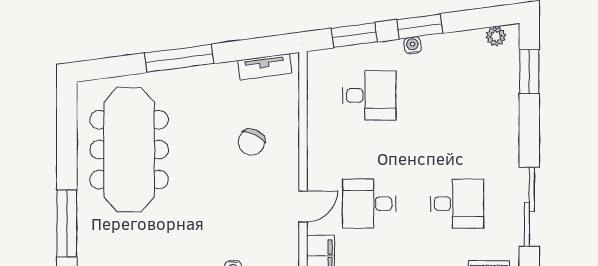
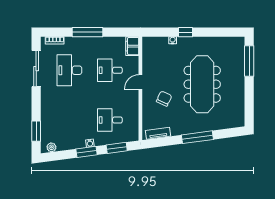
meeting table: (129, 150) -> (202, 84), moved
desk: (369, 204) -> (110, 70), turned 180
desk: (457, 204) -> (69, 70), width x1.37
door: (303, 206) -> (140, 82), moved

